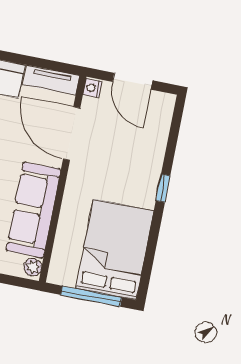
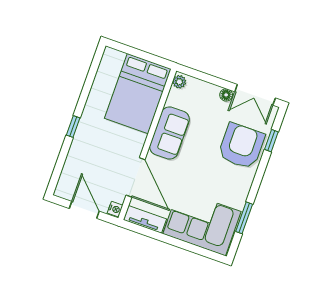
sofa: (33, 210) -> (169, 133), width x0.73
bed: (115, 250) -> (138, 94), moved
window: (91, 296) -> (139, 54), removed

